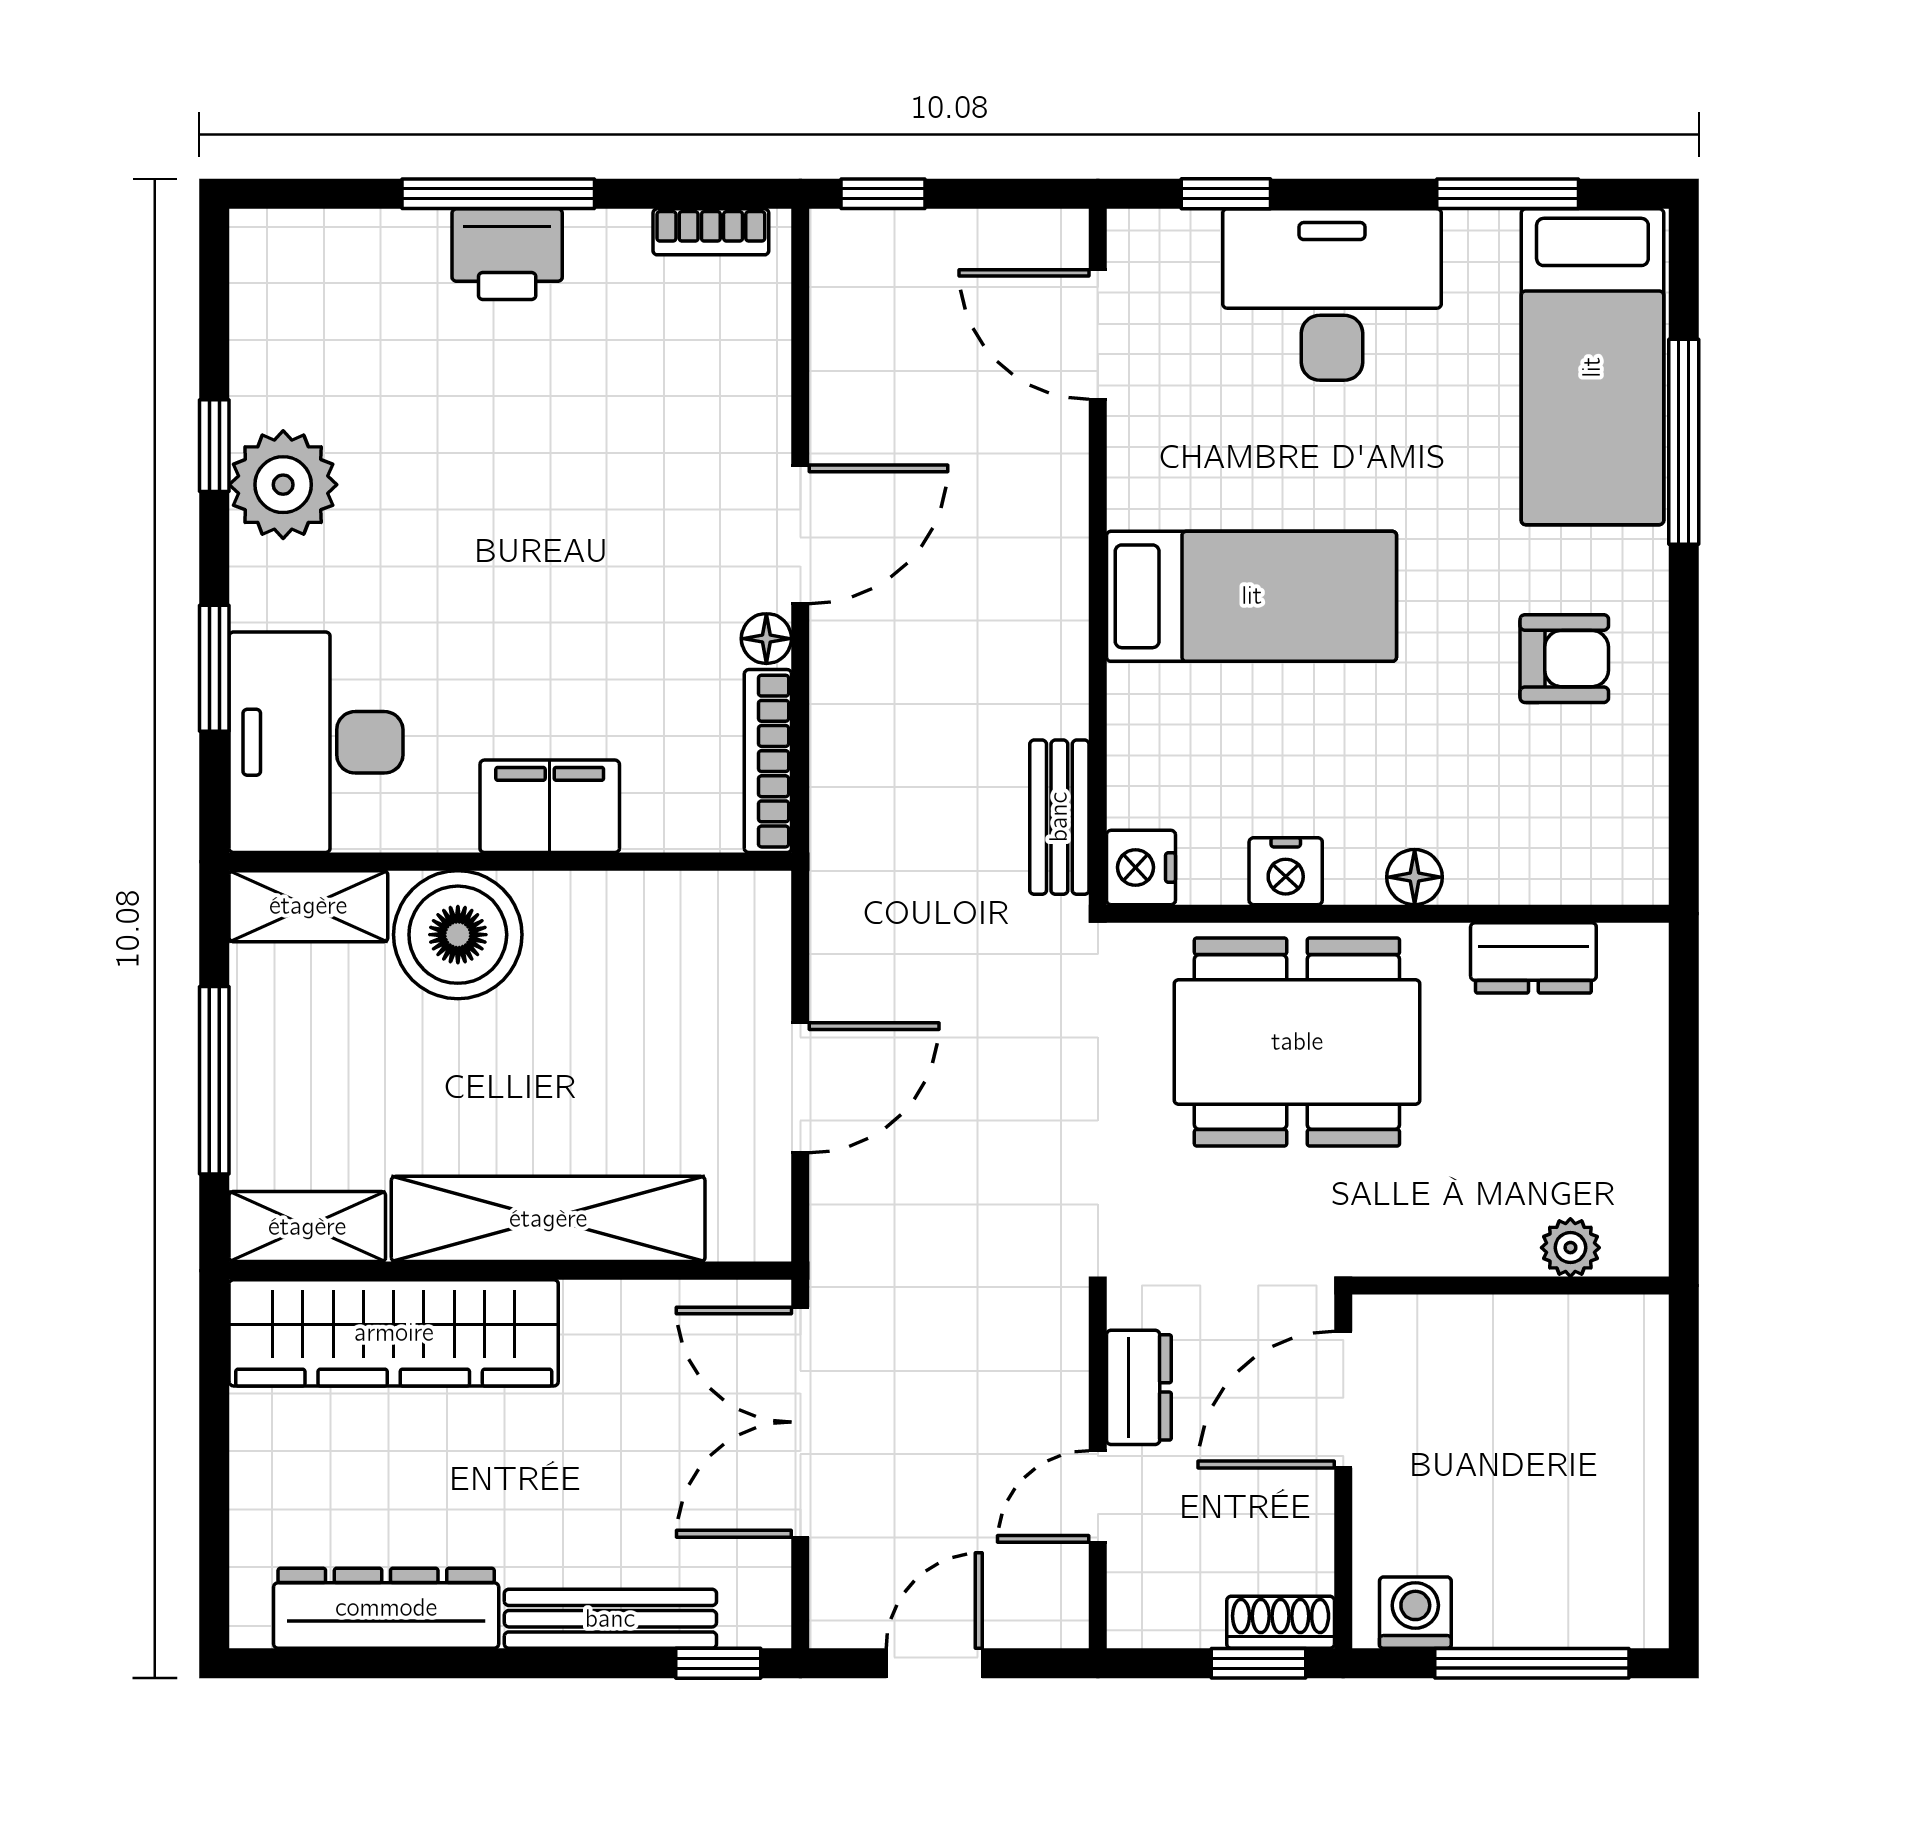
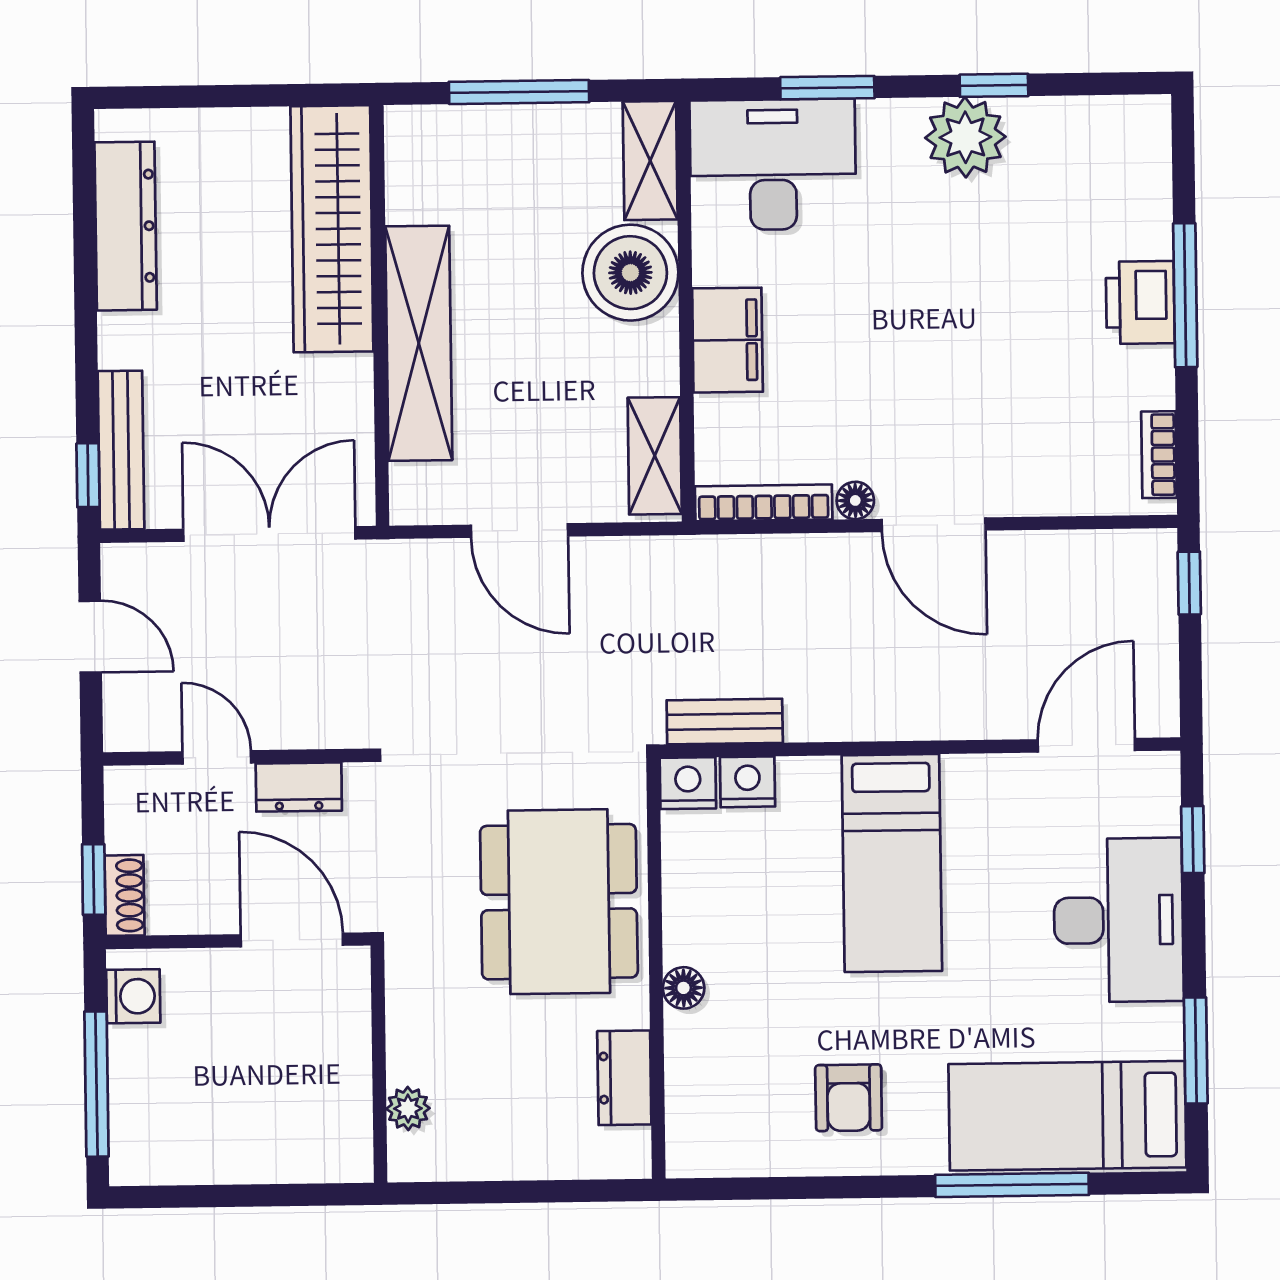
nightstand: (1286, 871) -> (747, 782), moved, turned 90
shelving: (307, 1227) -> (655, 456), moved
bench: (610, 1619) -> (121, 450), moved

